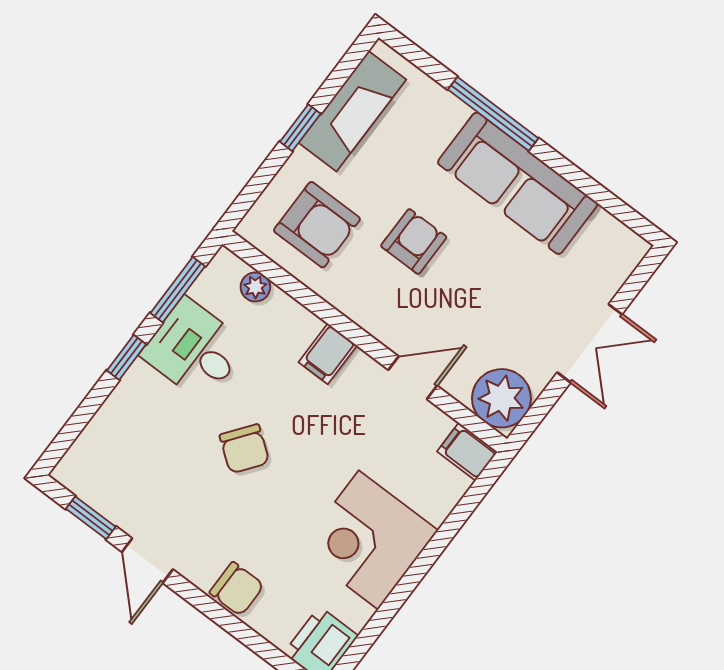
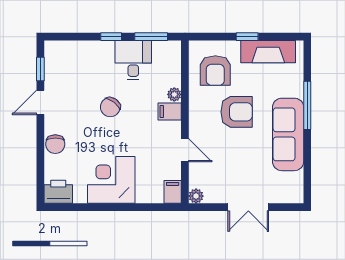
armchair: (414, 241) -> (237, 112), width x1.38, depth x1.38
plant: (255, 287) -> (174, 94), moved
plant: (501, 398) -> (196, 196), width x0.53, depth x0.53

